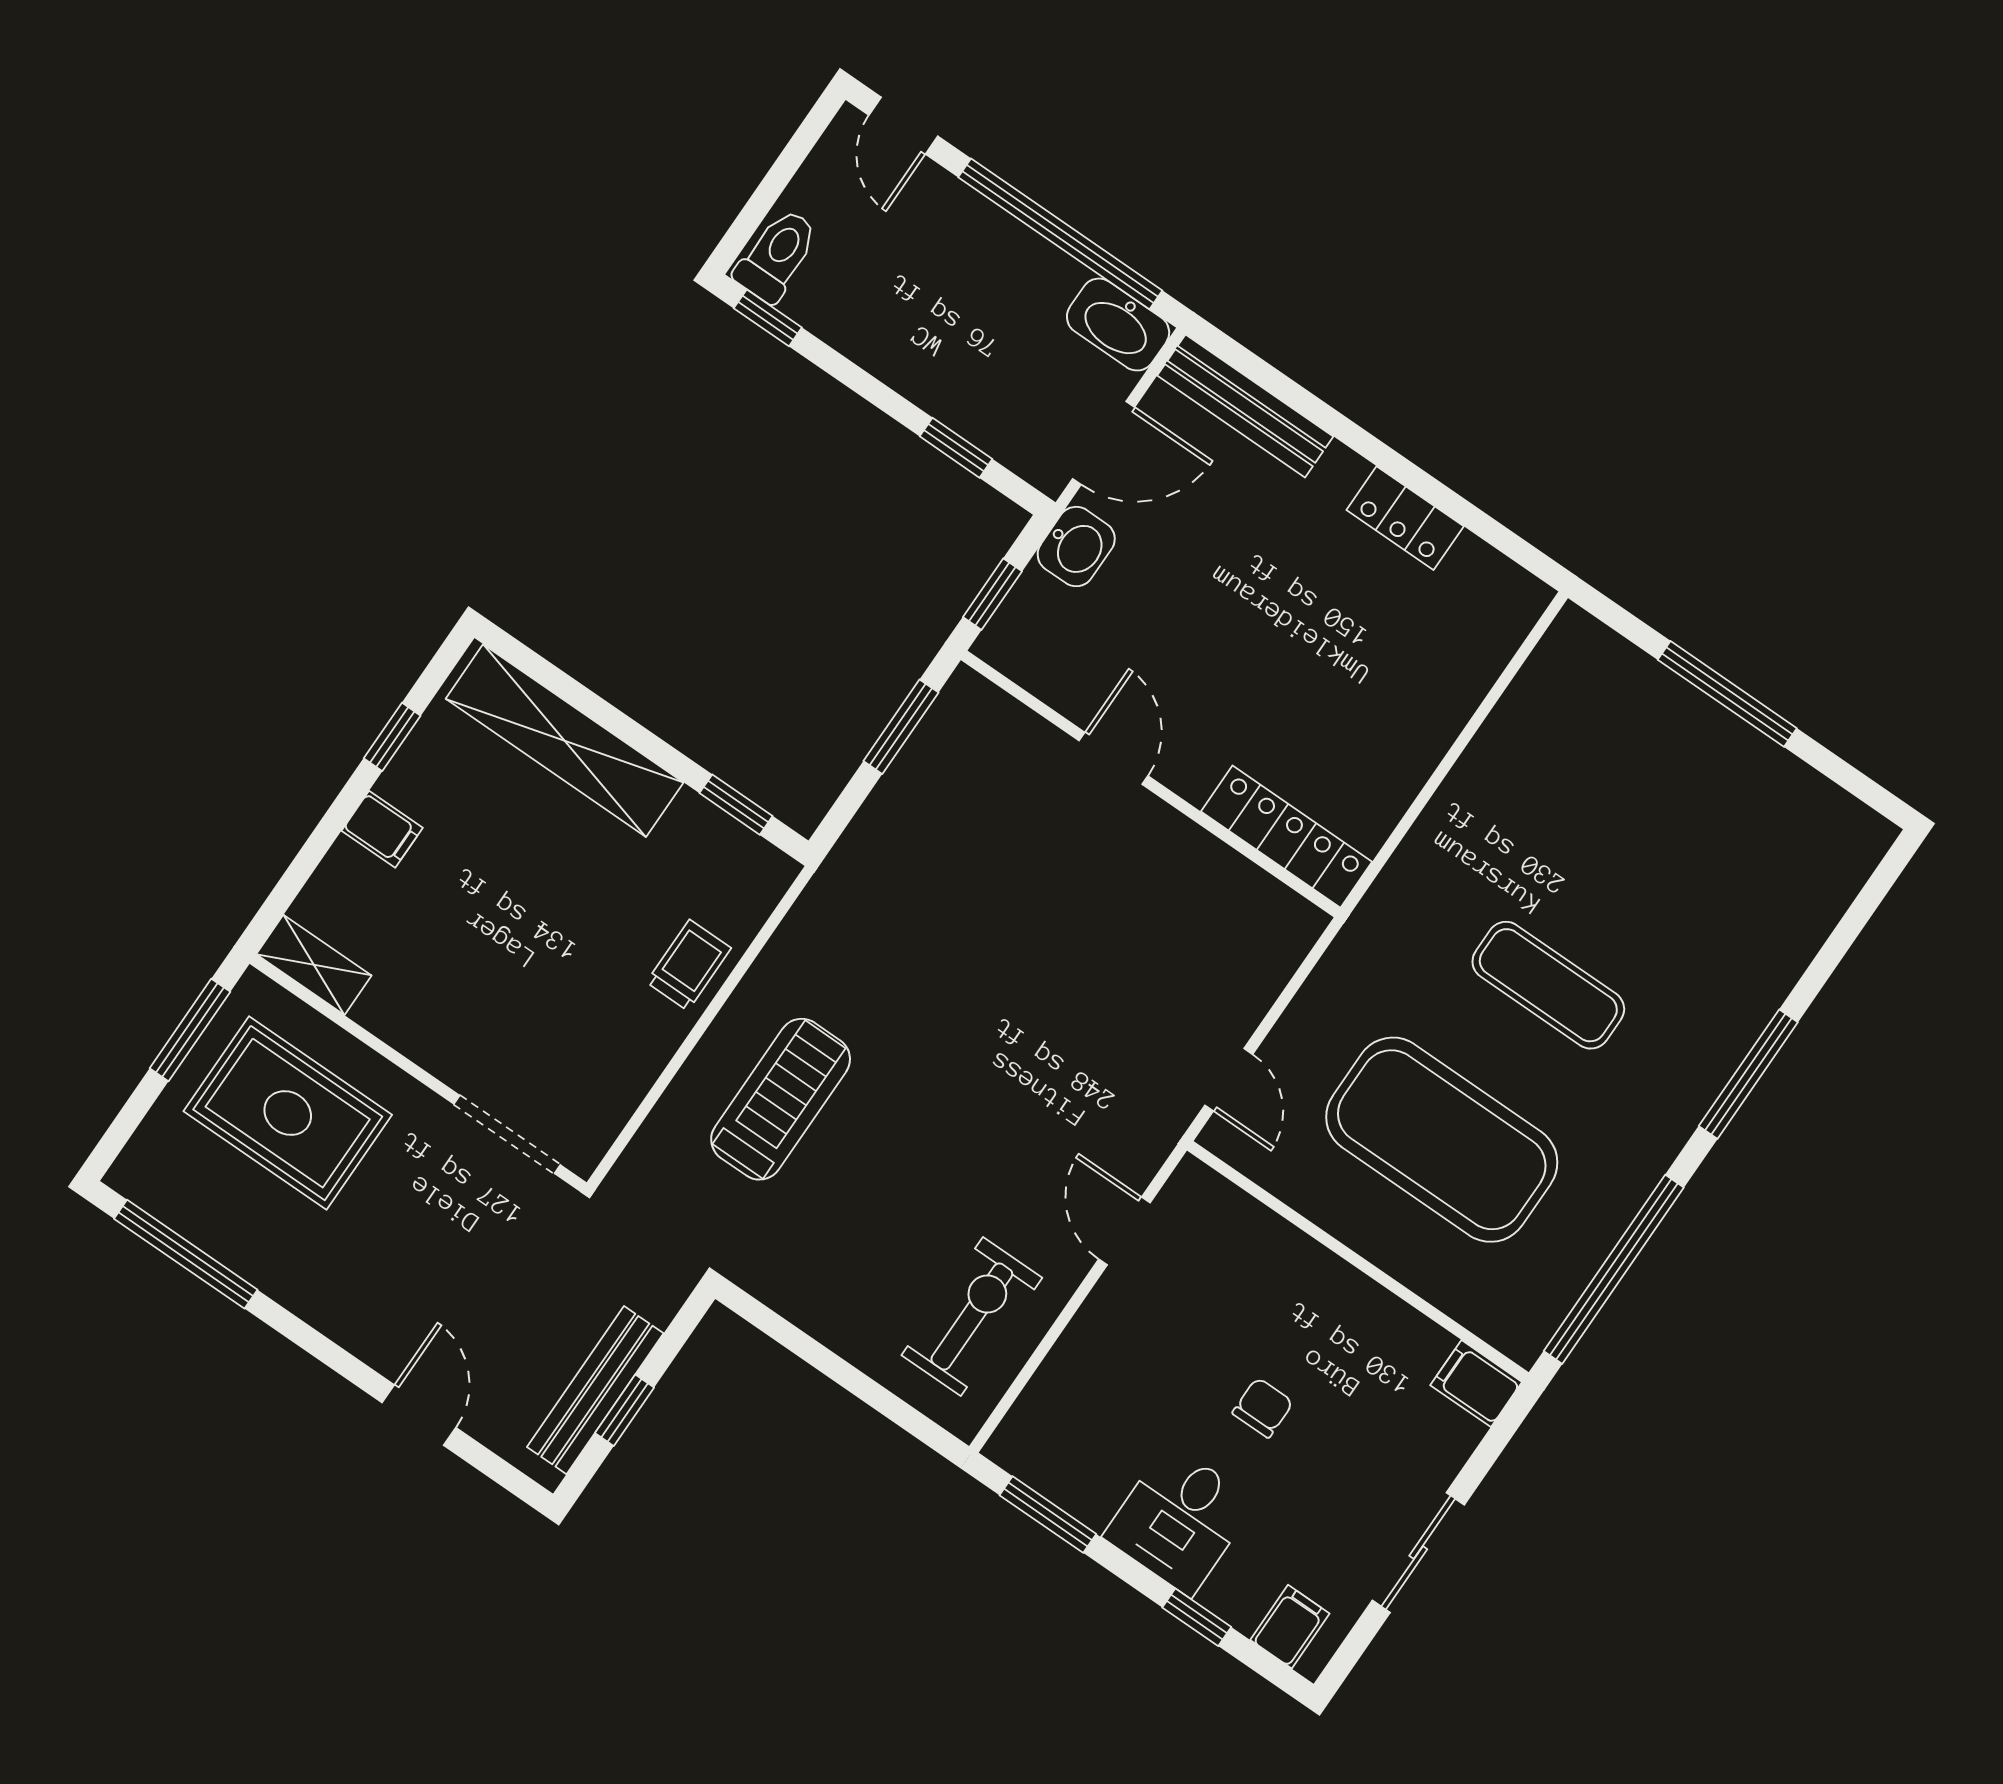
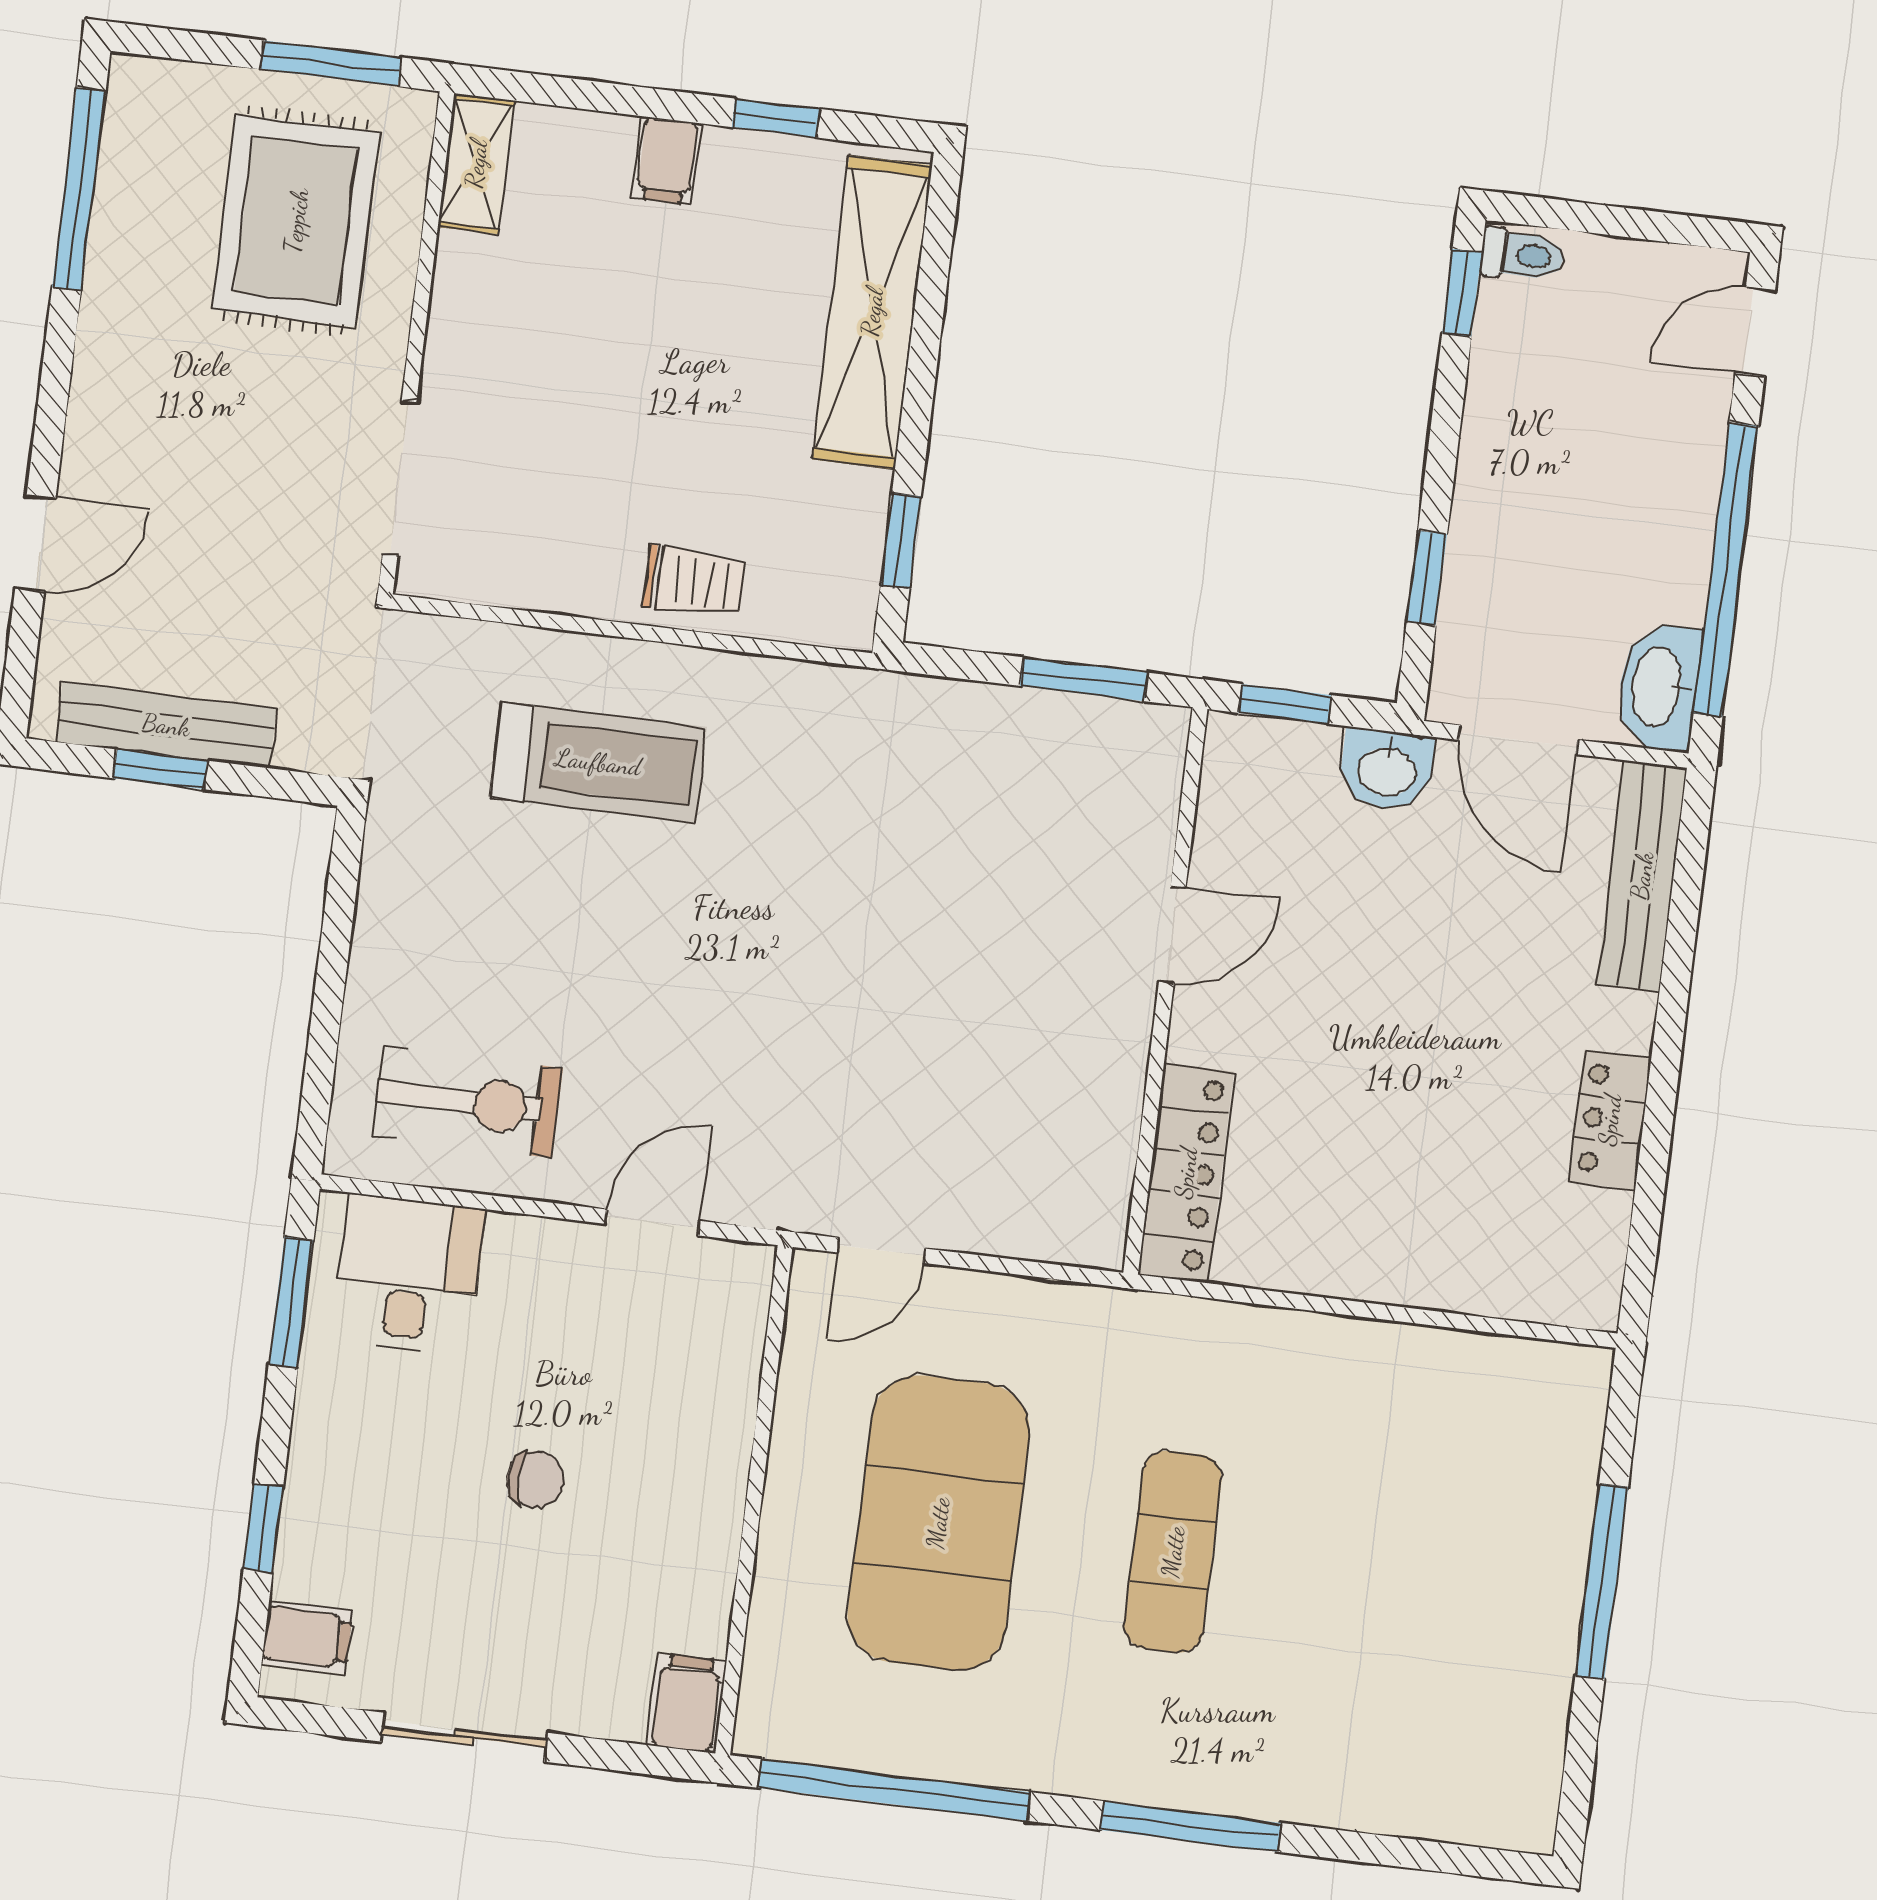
toilet: (777, 255) -> (1522, 255), width x0.73, depth x0.72
desk: (1179, 1520) -> (409, 1275), moved, turned 90

